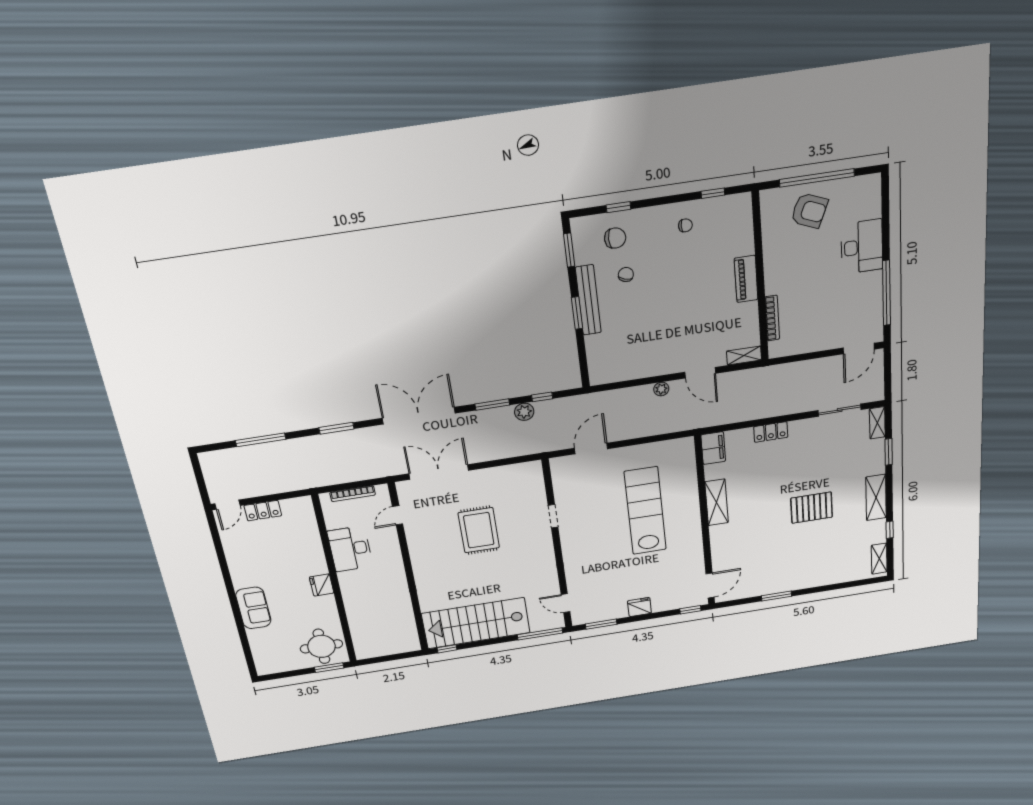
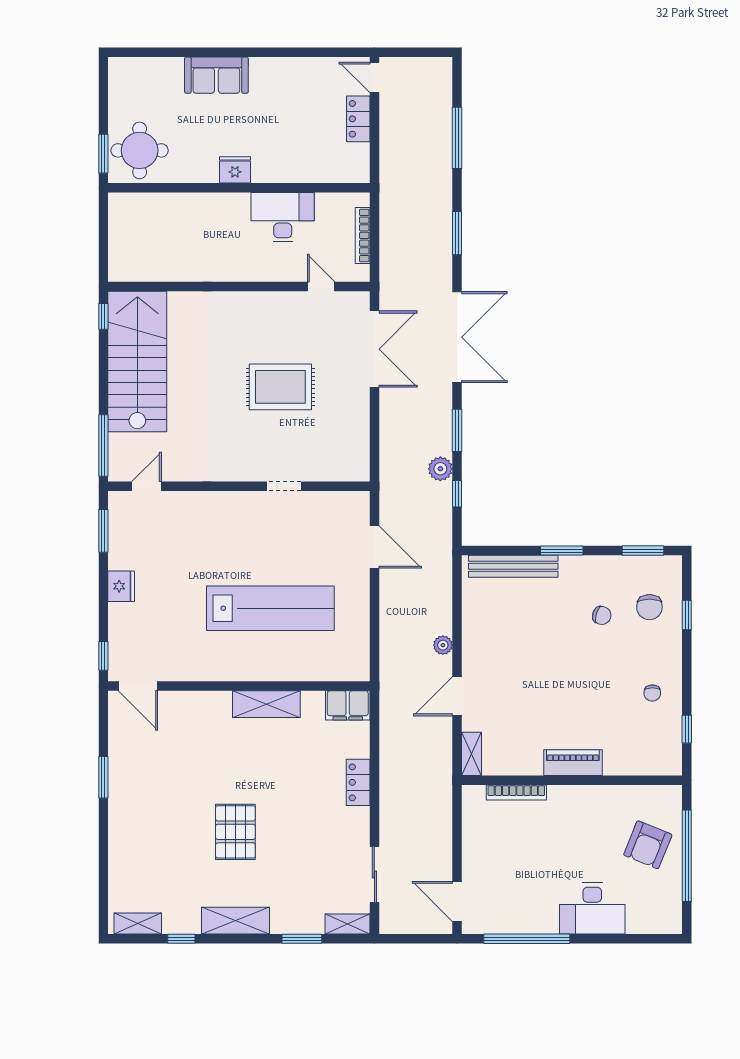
bench: (588, 300) -> (513, 566), moved

